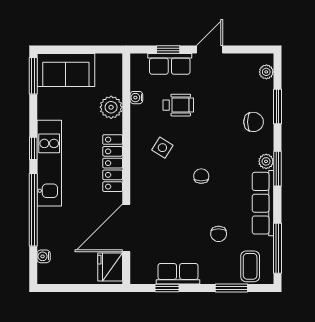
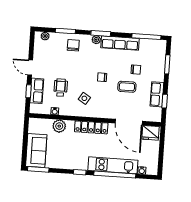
kitchen unit: (49, 163) -> (113, 165), moved
coffee table: (250, 266) -> (127, 87), moved

